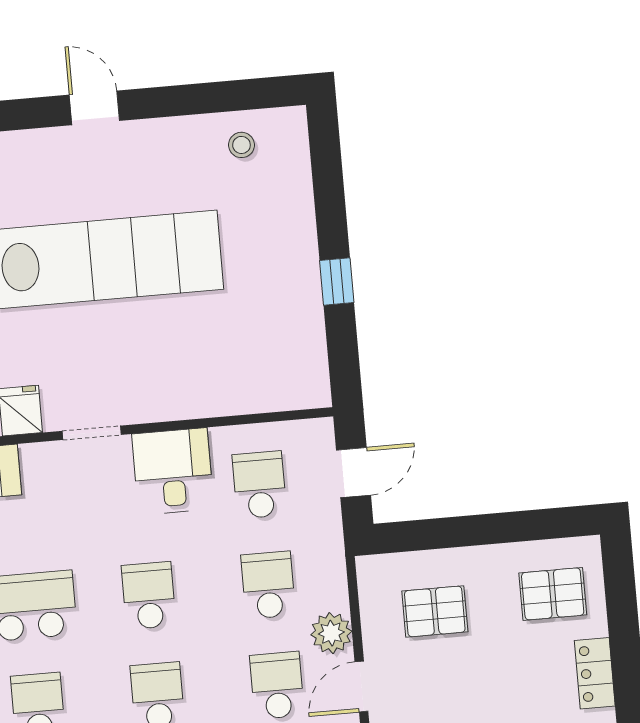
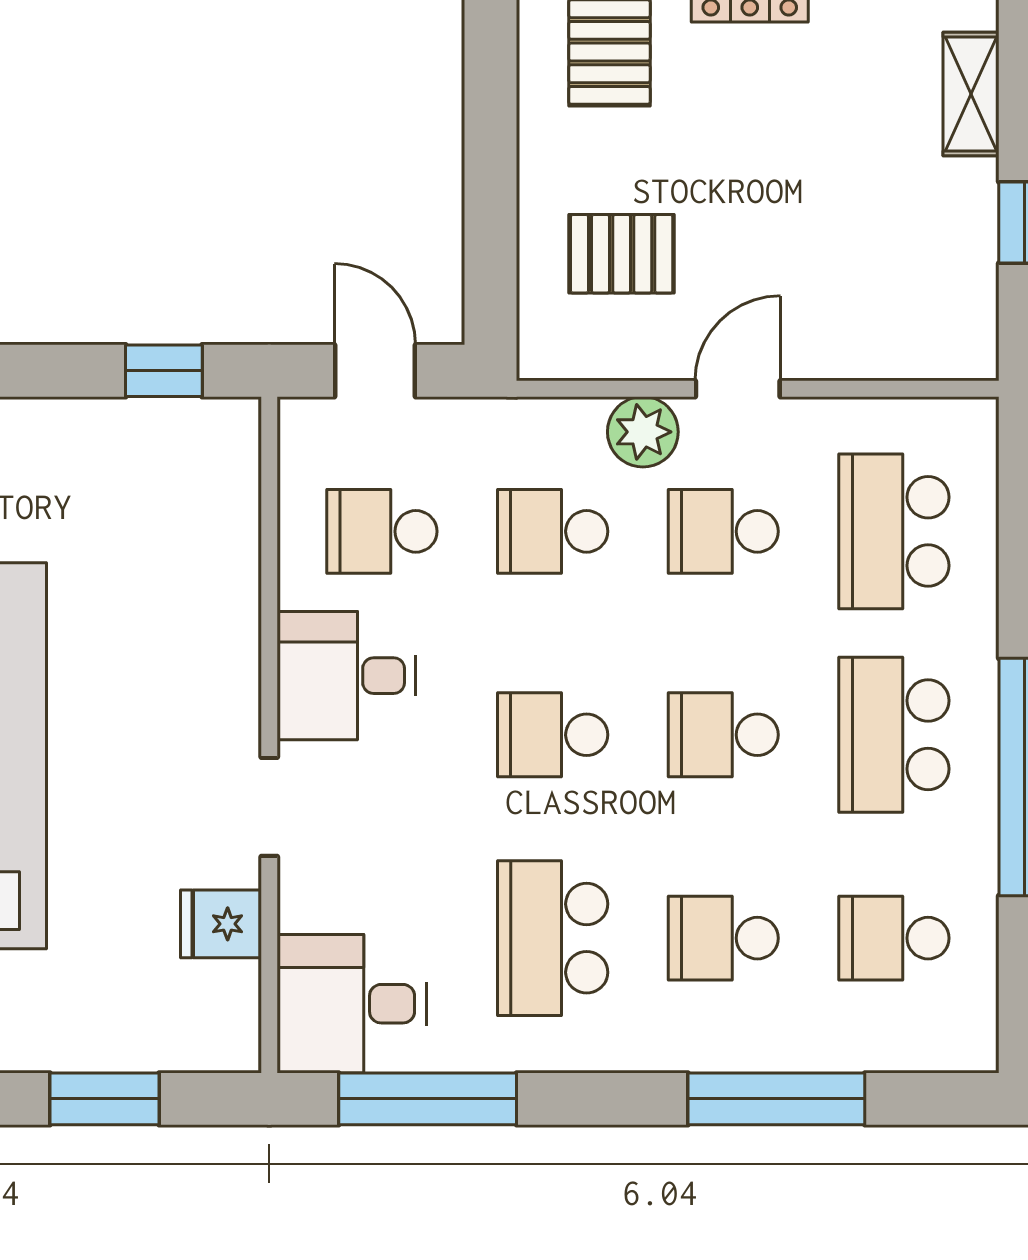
window: (337, 281) -> (164, 371), moved
pallet: (435, 611) -> (622, 254), turned 90
door: (361, 687) -> (738, 389), swing flipped

